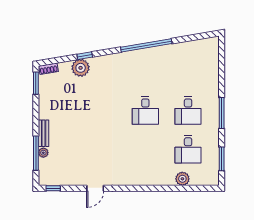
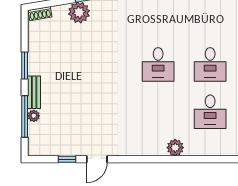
window: (36, 83) -> (25, 65), moved
plant: (182, 179) -> (175, 148), moved
window: (53, 188) -> (67, 159), moved

